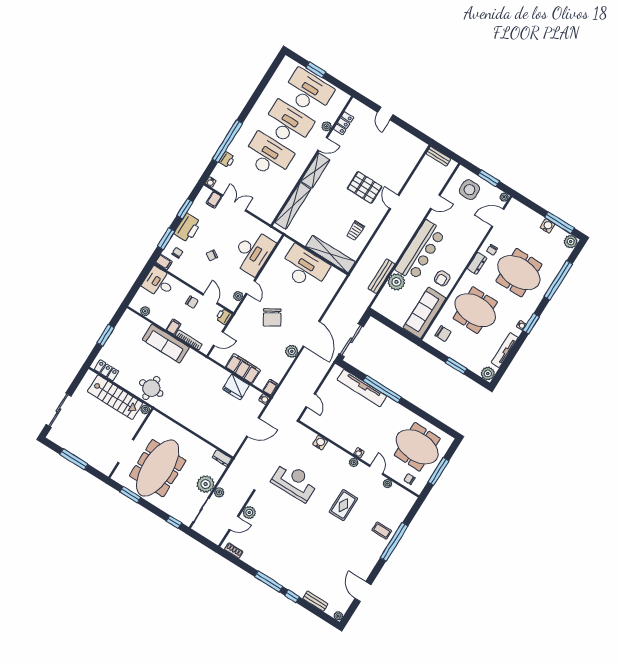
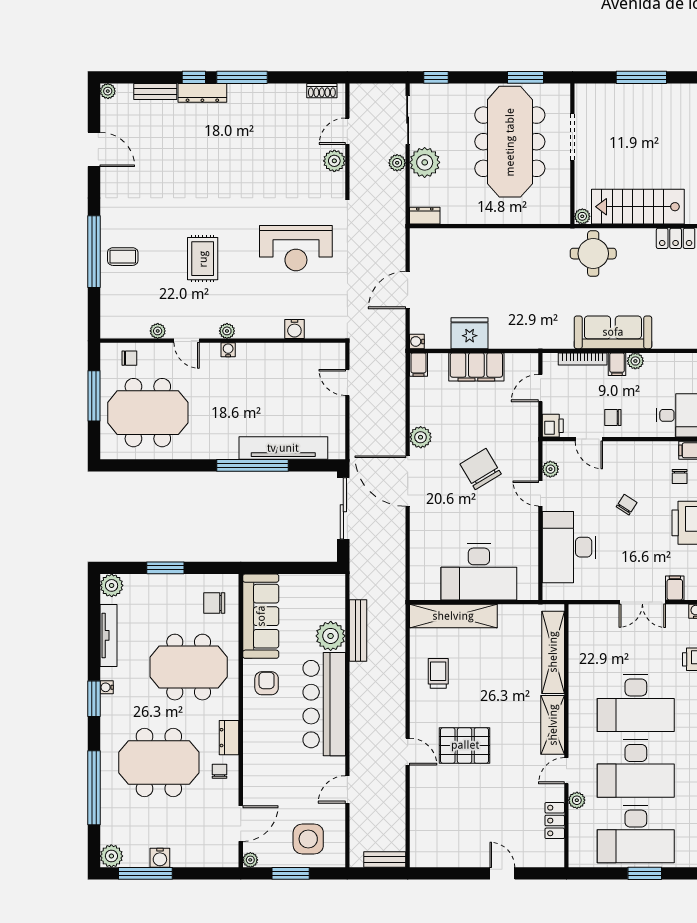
plant: (145, 311) -> (635, 361), moved
dresser: (293, 586) -> (202, 93), added

